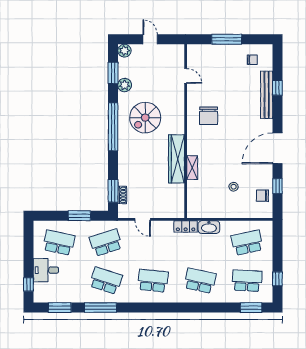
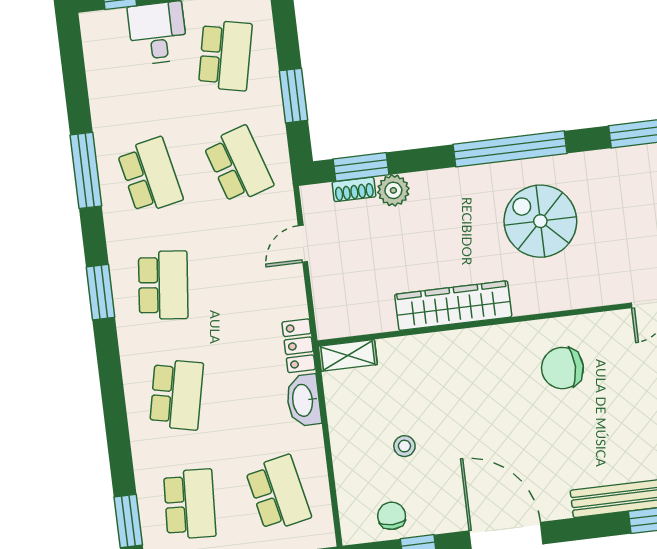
plant: (125, 85) -> (393, 190), moved
shelving: (192, 168) -> (348, 355), moved
school desk: (106, 281) -> (150, 176), turned -30
window: (60, 308) -> (101, 292), moved

